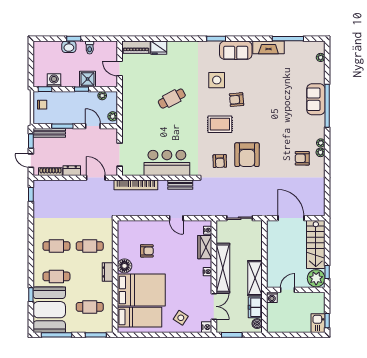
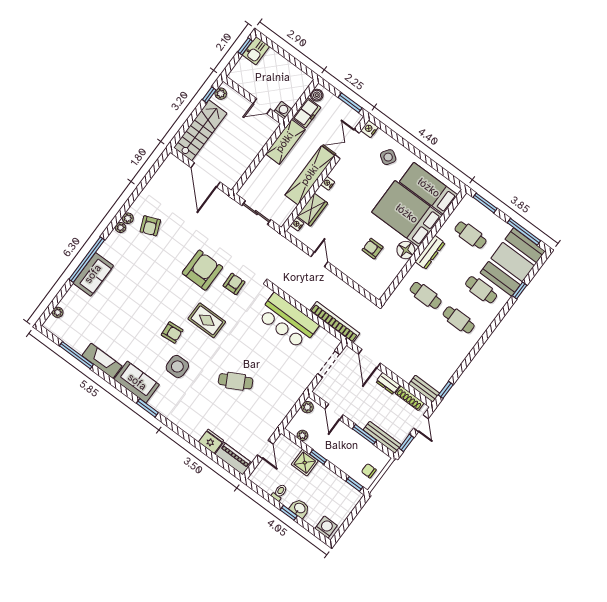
washing machine: (54, 80) -> (326, 527), moved, turned 180
armchair: (302, 158) -> (150, 226), turned 68
bench: (180, 185) -> (424, 389), moved
dresser: (108, 272) -> (430, 252), width x1.44
plant: (316, 278) -> (221, 94), width x0.53, depth x0.53

